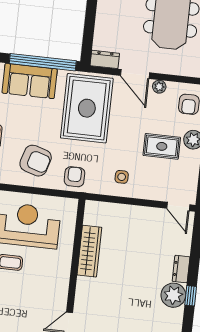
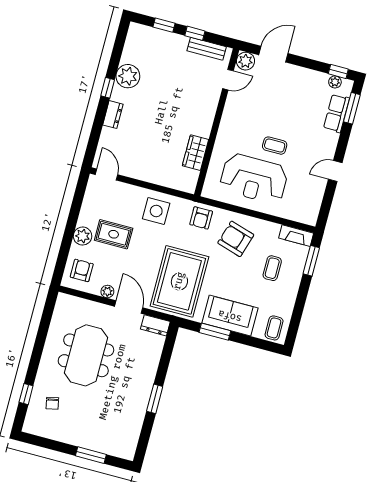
window: (43, 62) -> (215, 332), width x0.47
side table: (122, 177) -> (156, 211), width x1.87, depth x1.87
wardrobe: (89, 251) -> (195, 153), width x0.67
plant: (173, 295) -> (128, 76), moved

